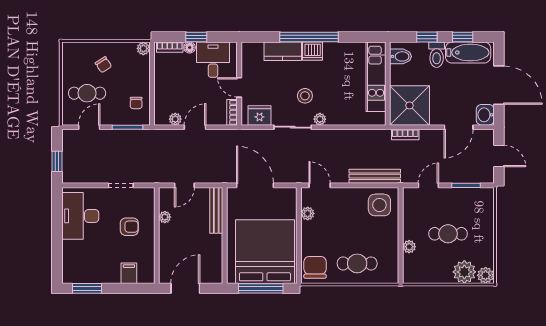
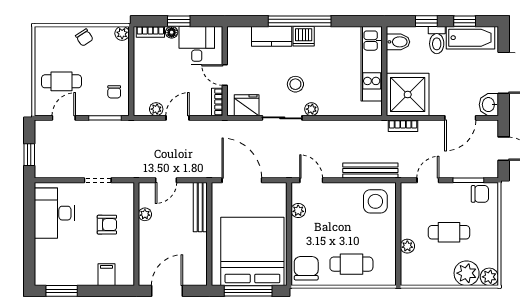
chair: (103, 65) -> (84, 37), moved
chair: (477, 198) -> (480, 194), added

